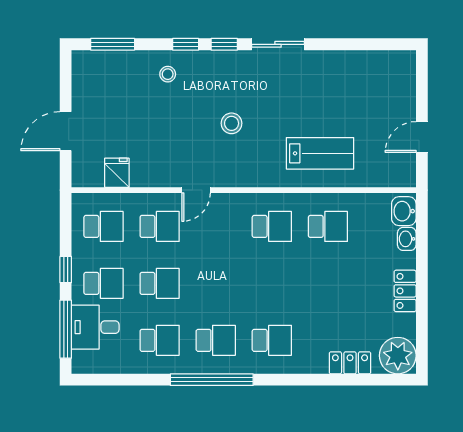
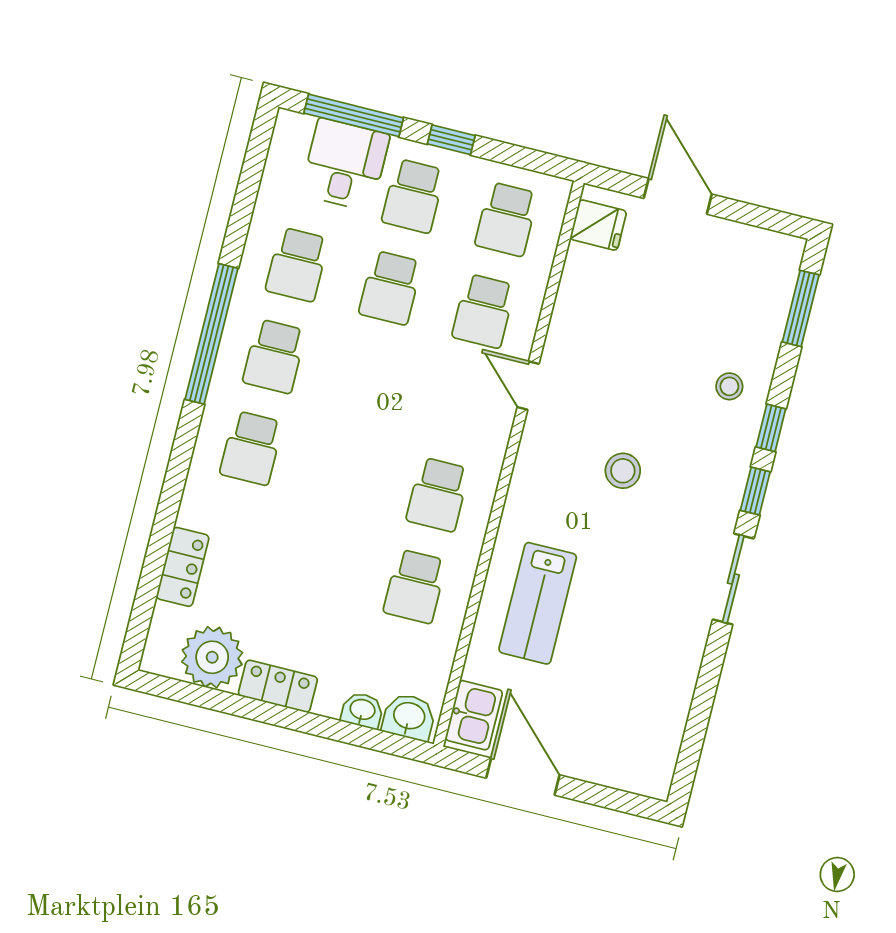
door: (422, 137) -> (523, 777), width x1.38
fridge: (117, 173) -> (598, 225), moved
kitchen sink: (394, 174) -> (474, 715), added
plant: (398, 356) -> (212, 657), moved

